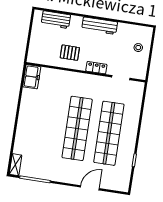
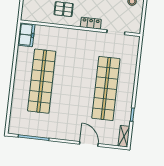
shop shelf: (77, 128) -> (42, 81), moved
shelving: (15, 165) -> (124, 136), moved
door: (90, 188) -> (89, 144), hinge flipped

